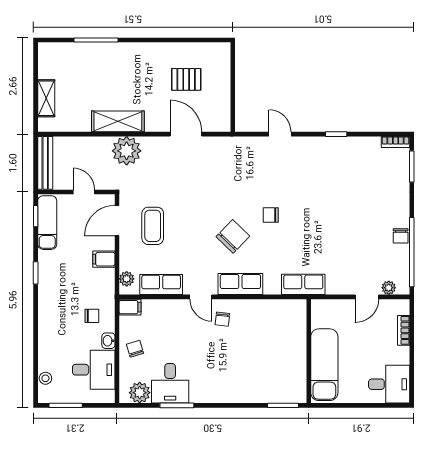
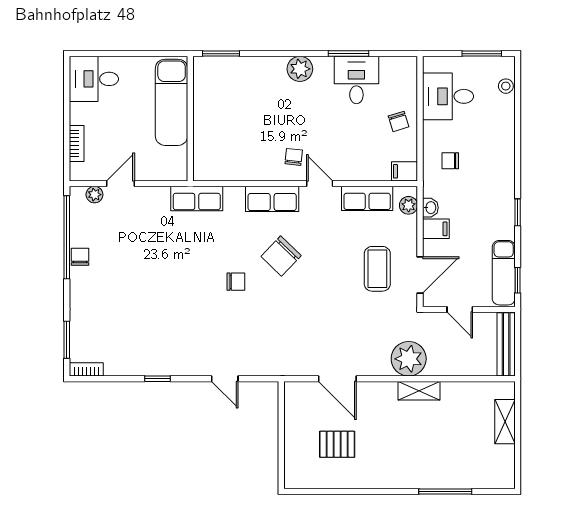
shelving: (118, 121) -> (419, 391), width x0.67, depth x0.75
washbasin: (108, 341) -> (430, 208), moved
plant: (140, 393) -> (300, 69), moved

